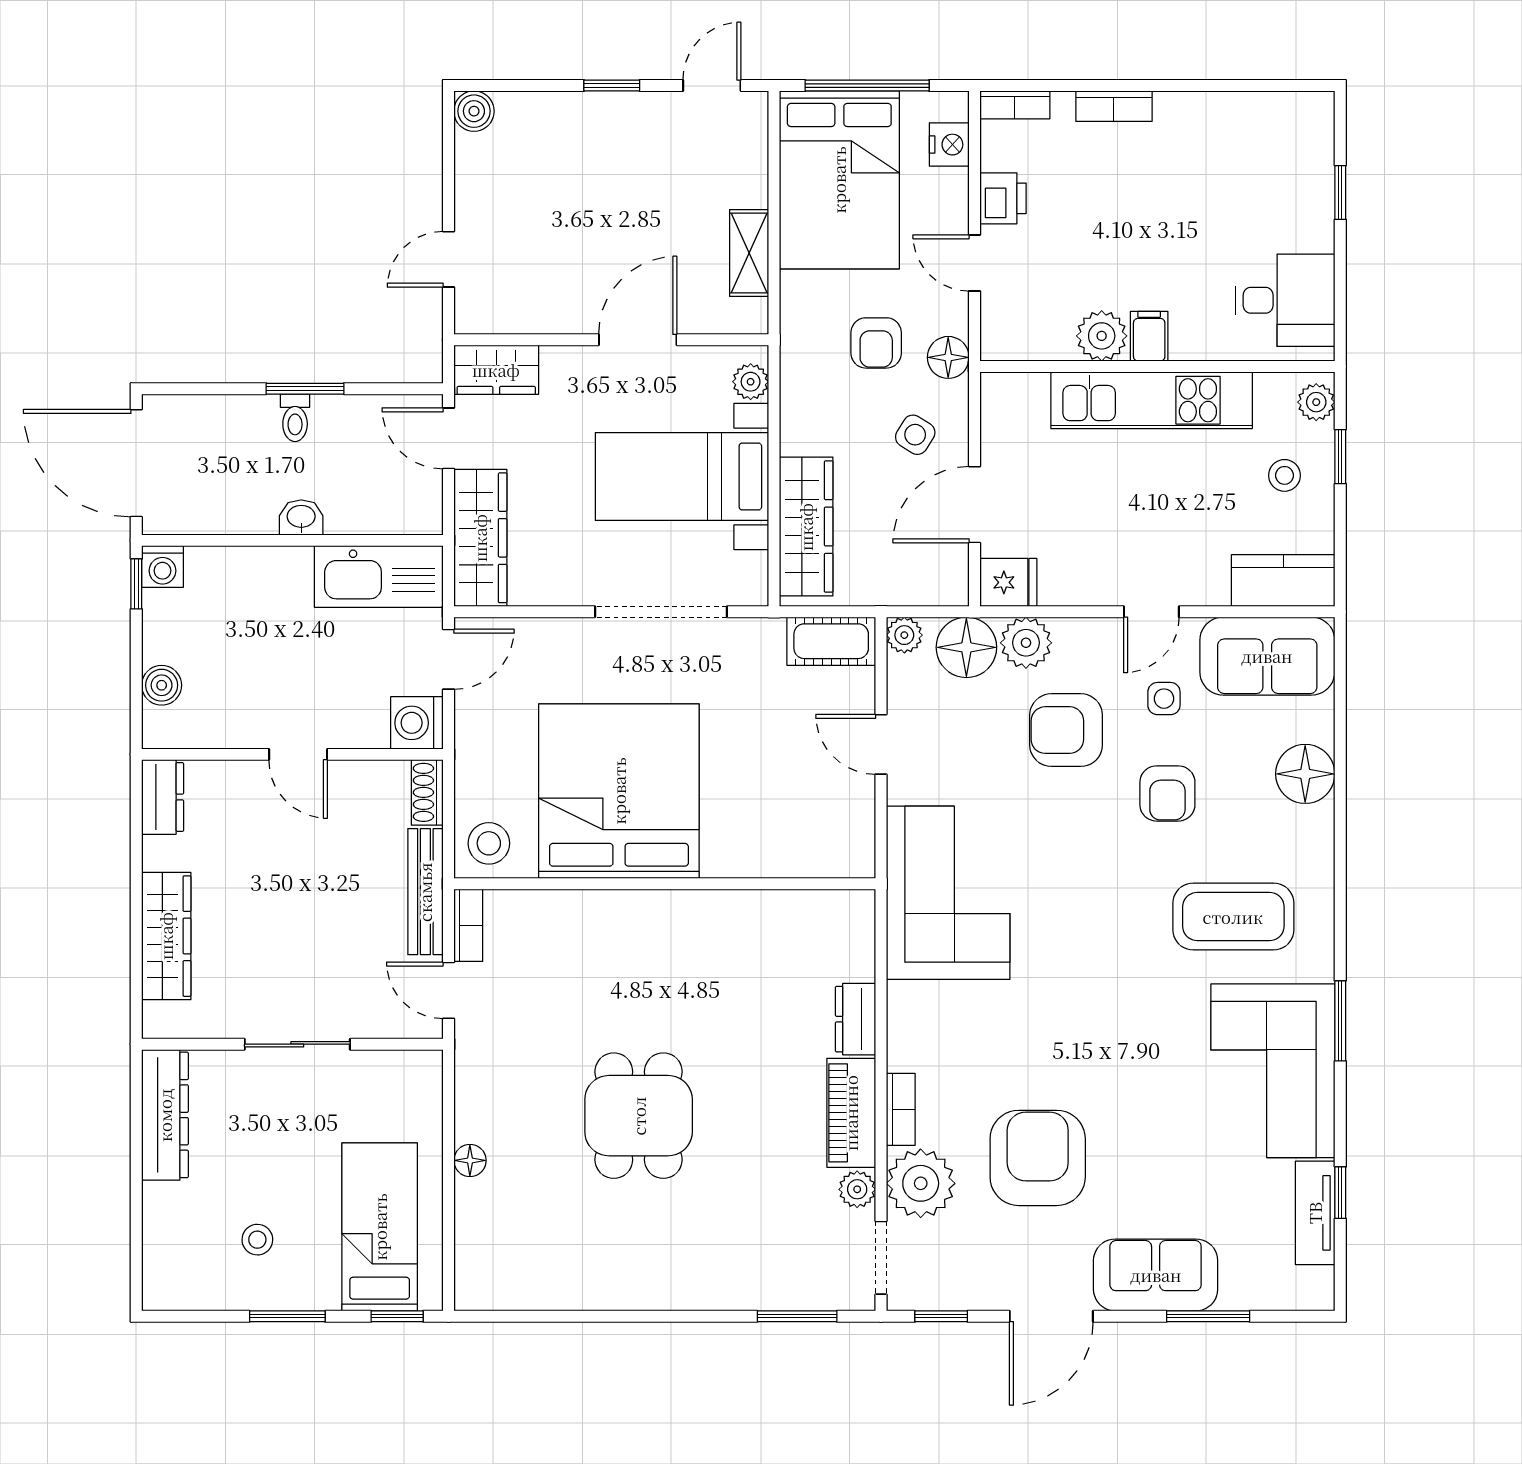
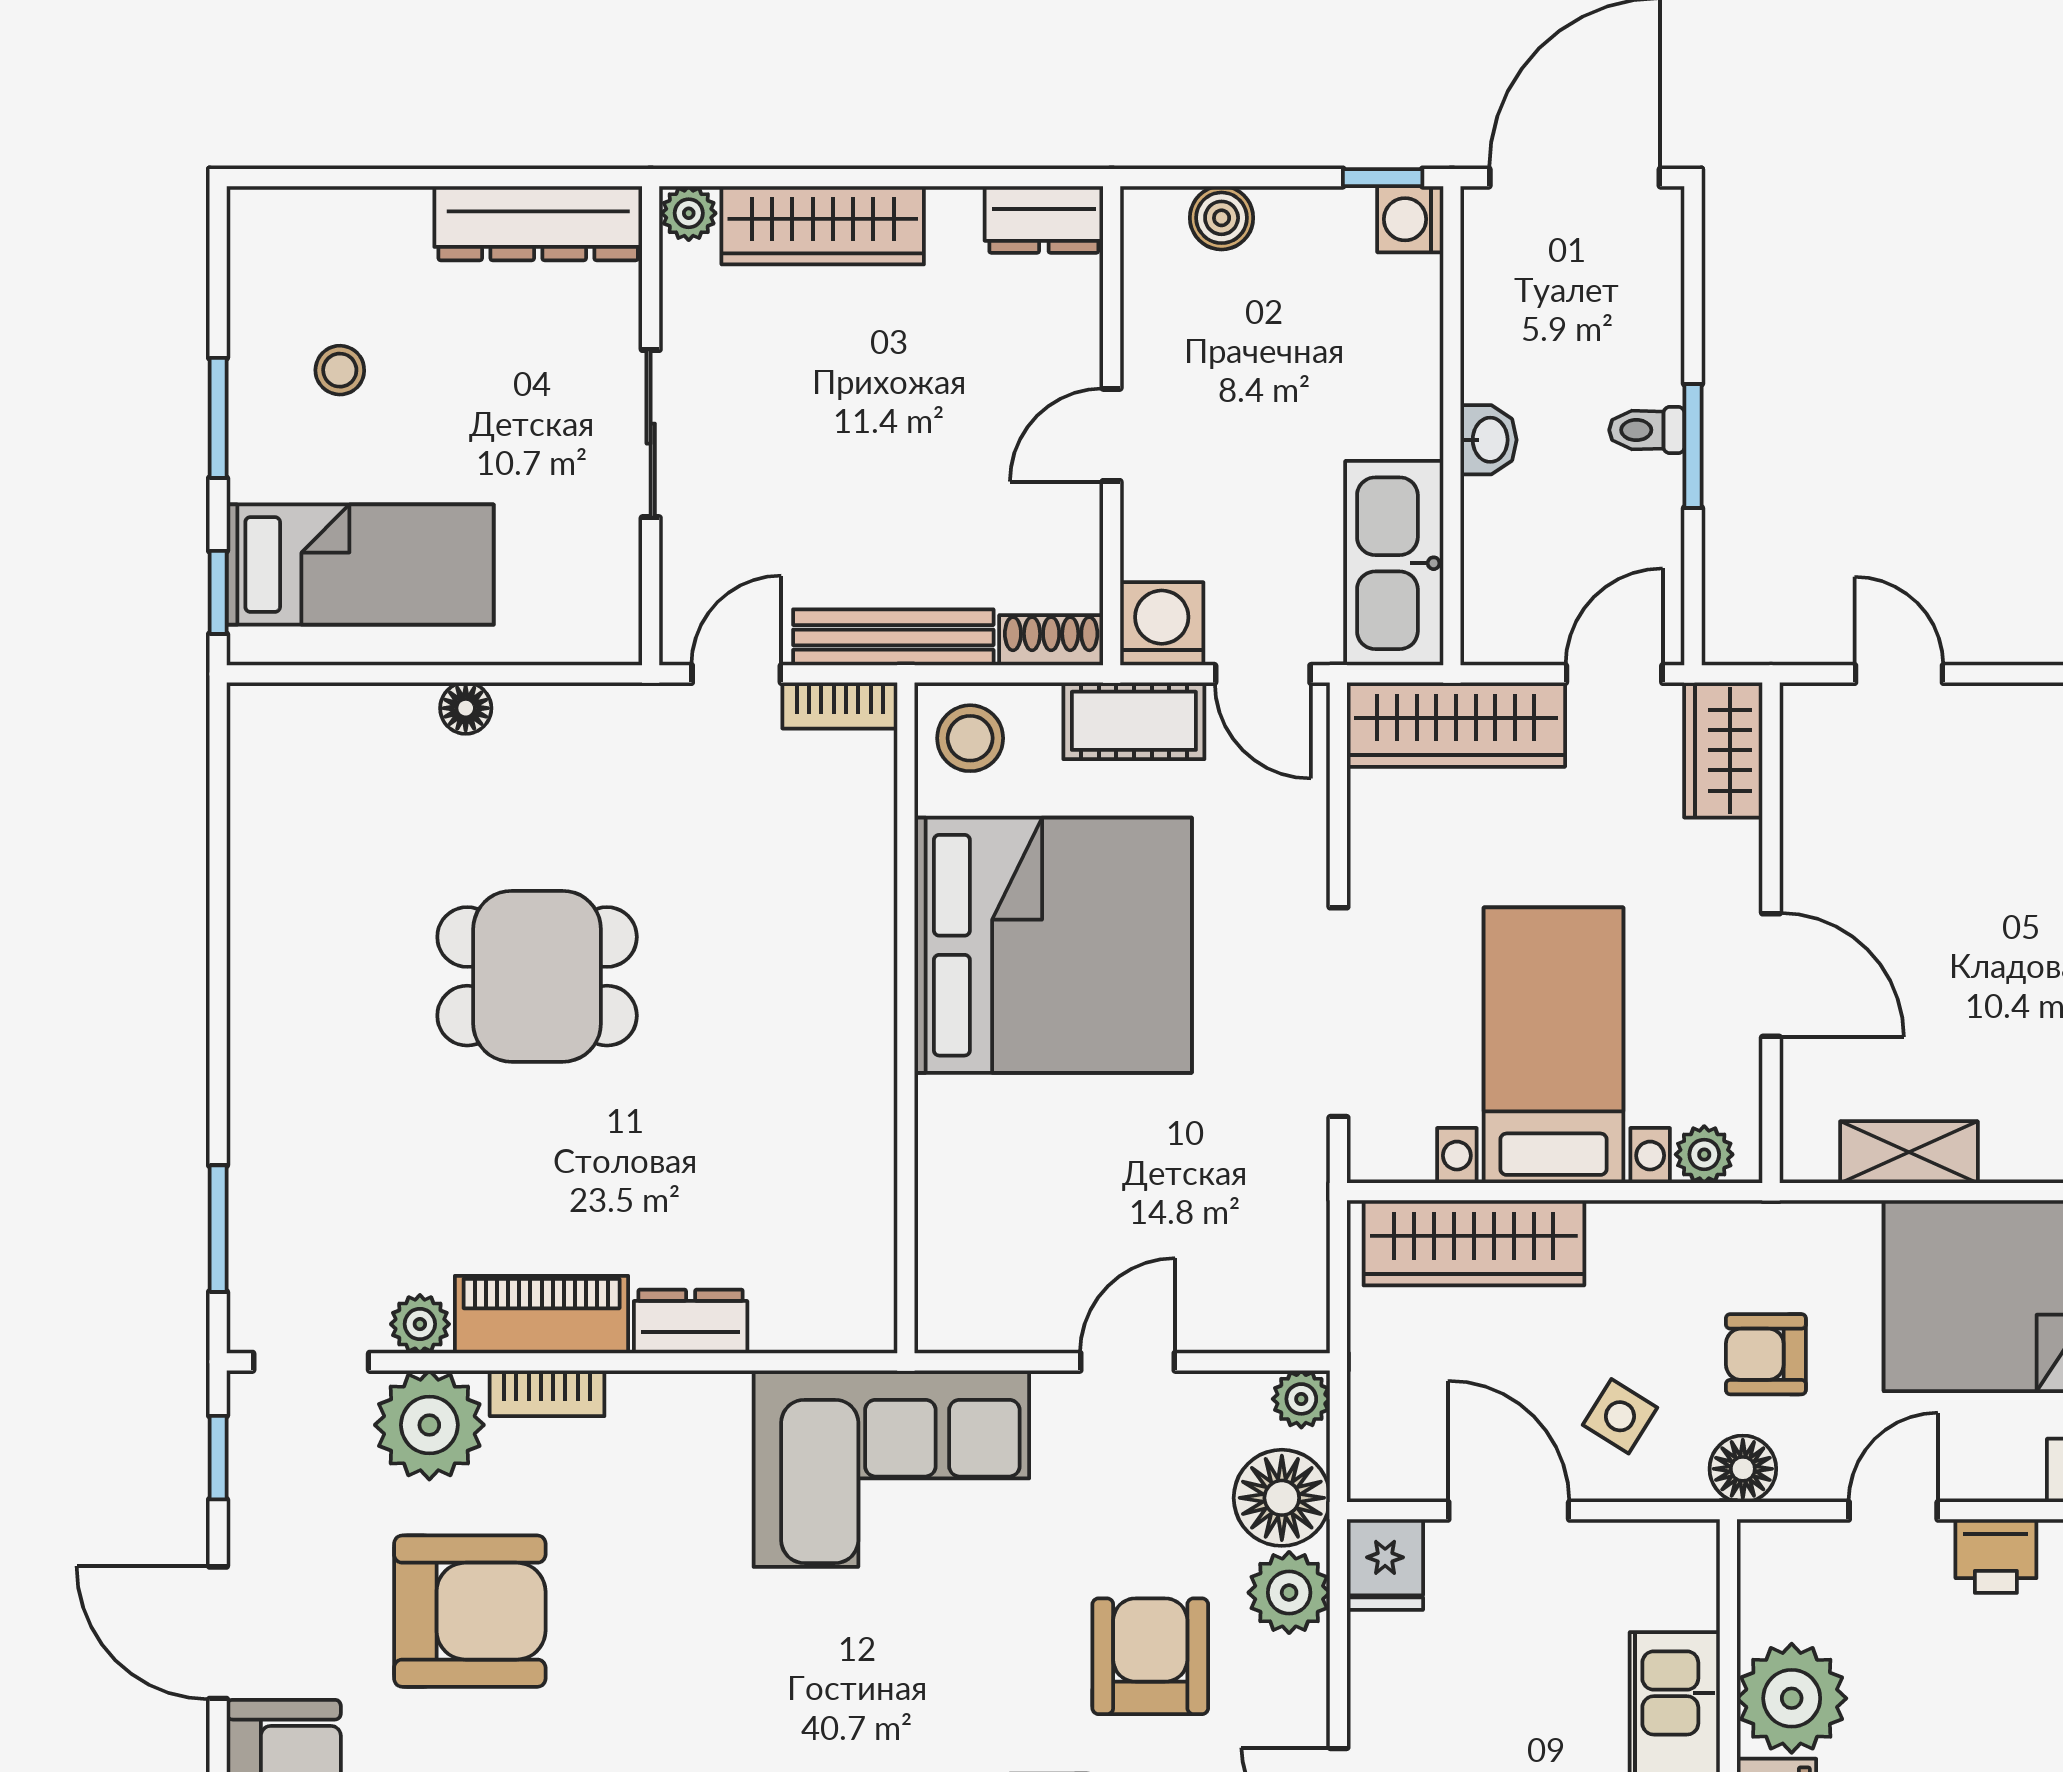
plant: (1102, 336) -> (1792, 1698), width x1.36, depth x1.36
cot: (831, 641) -> (1134, 721), moved, turned 90
plant: (159, 1020) -> (689, 213), added

